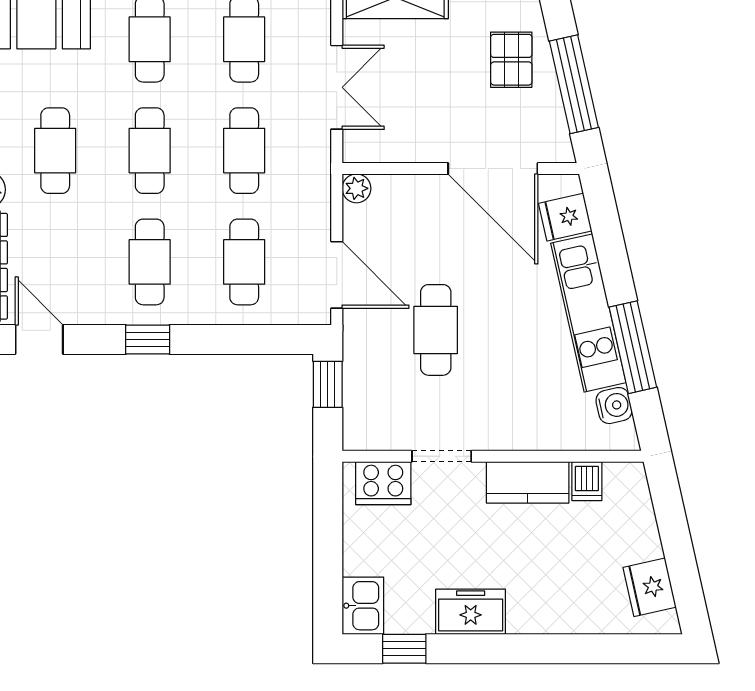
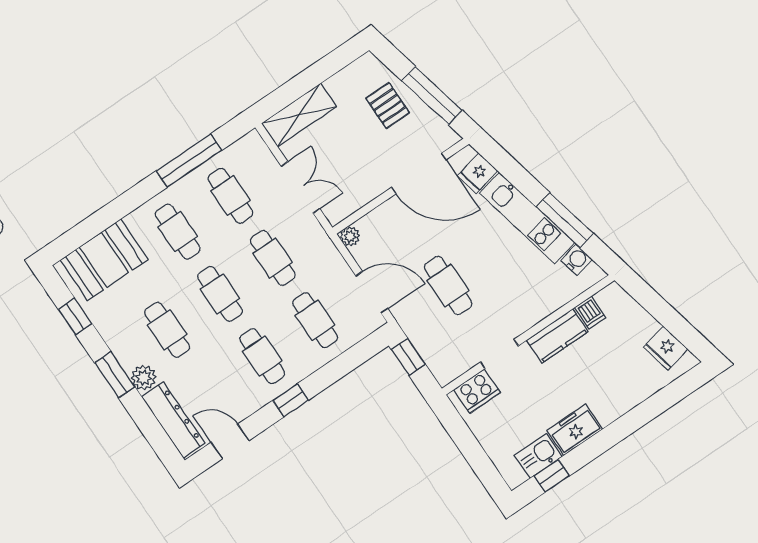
kitchen sink: (363, 606) -> (538, 456), moved, turned -90

